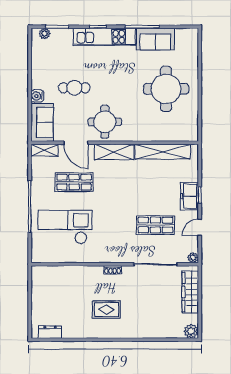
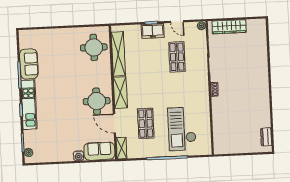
cafe table: (74, 88) -> (71, 127), removed
round table: (166, 89) -> (94, 47), moved, width x0.73, depth x0.73
door: (76, 143) -> (114, 123), swing flipped
rug: (106, 310) -> (246, 93), removed
plant: (191, 331) -> (260, 24), removed

